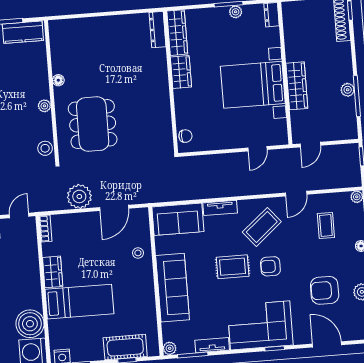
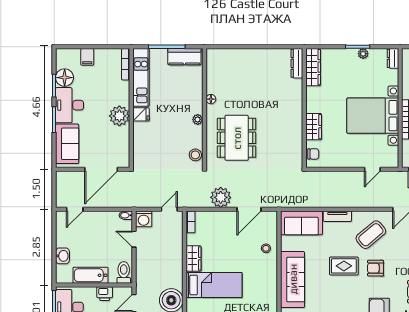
wardrobe: (181, 72) -> (314, 127), moved

